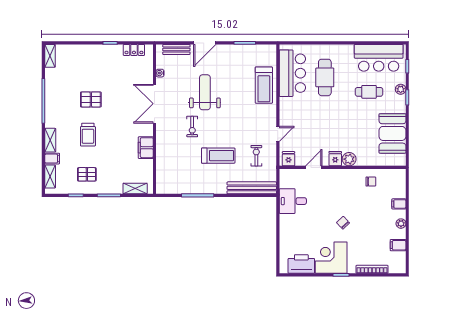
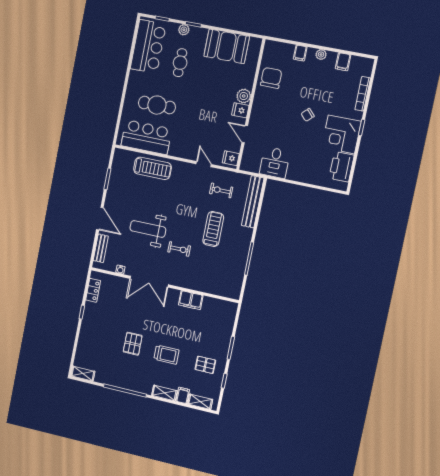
pallet: (87, 174) -> (205, 365), turned 90
chair: (371, 182) -> (271, 78), width x1.87, depth x1.87
shelving: (135, 189) -> (229, 320), removed

